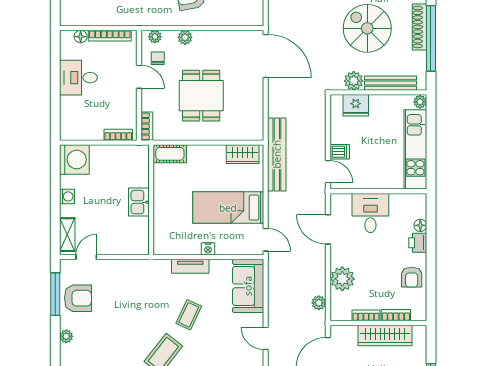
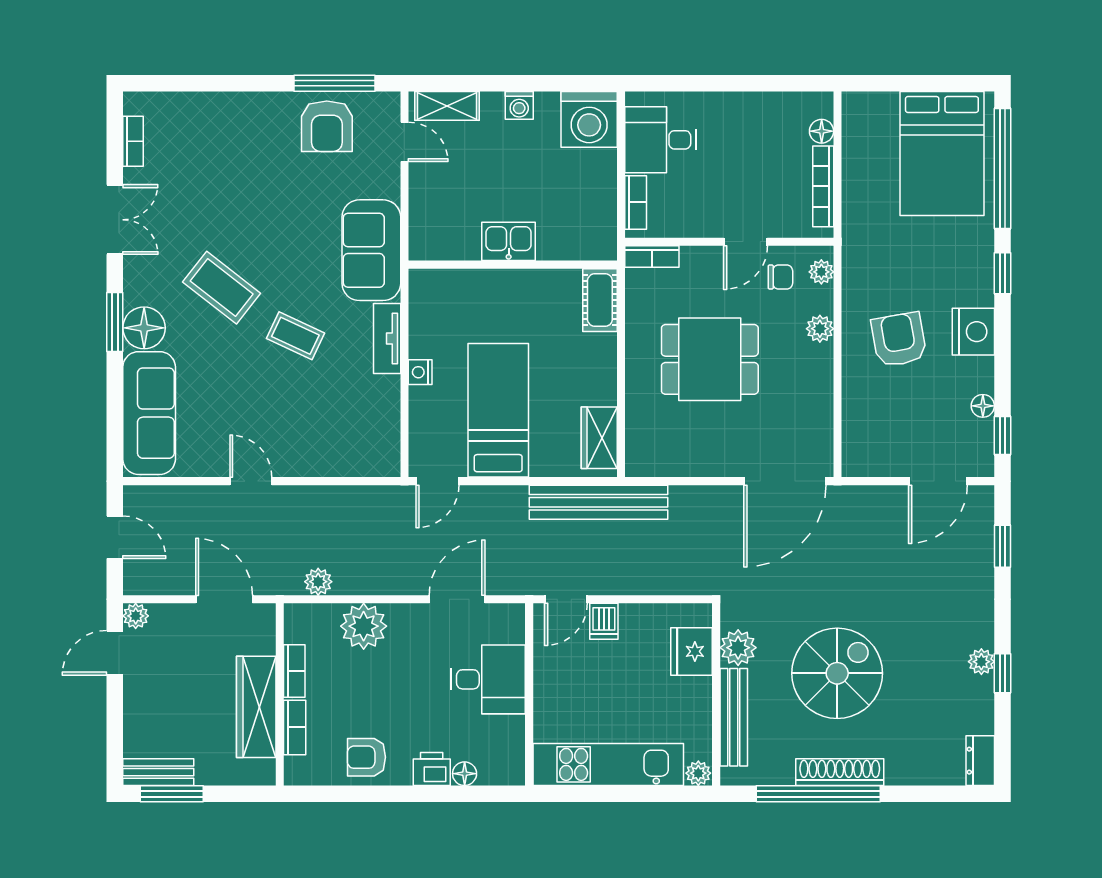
desk: (78, 78) -> (661, 140), moved, turned -90
sofa: (248, 286) -> (371, 250), moved, turned -90
plant: (66, 336) -> (255, 104), removed
door: (266, 338) -> (251, 481), hinge flipped

